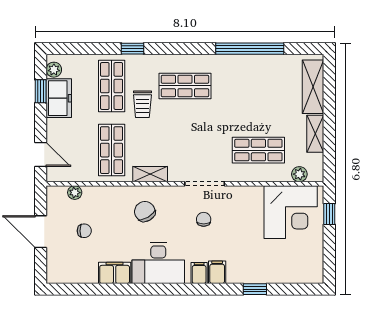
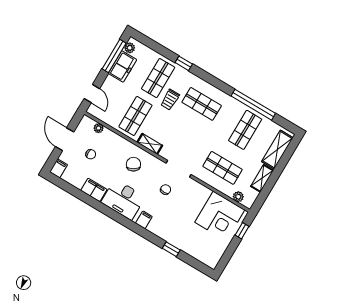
shop shelf: (258, 86) -> (245, 130), added
window: (41, 91) -> (114, 56), width x2.17
filing cabinet: (217, 272) -> (59, 168), moved

